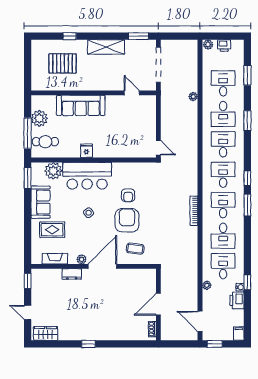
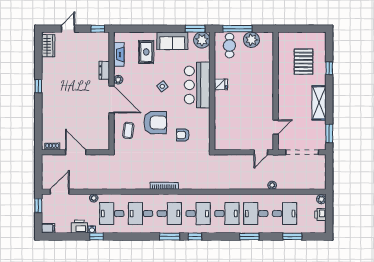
sofa: (81, 105) -> (264, 79), removed
door: (158, 148) -> (261, 152), moved
plant: (53, 171) -> (202, 40), moved
armchair: (128, 195) -> (183, 135), moved
desk: (223, 266) -> (112, 214), turned 180

